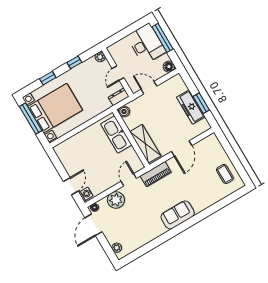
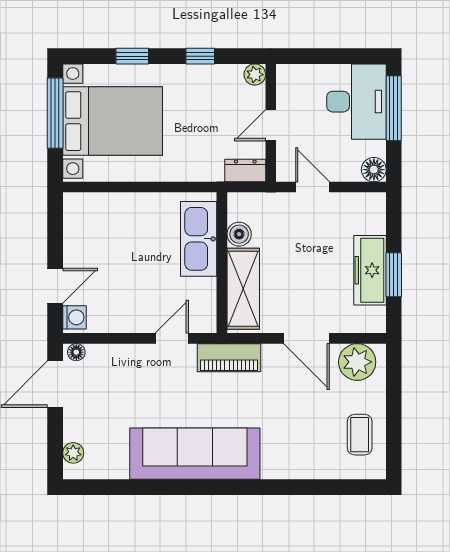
boiler: (124, 111) -> (239, 234), moved
door: (182, 149) -> (306, 338), hinge flipped
plant: (116, 200) -> (357, 362), moved
sofa: (178, 215) -> (195, 454), width x1.85, depth x1.27

